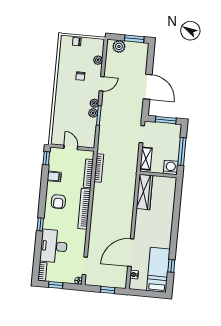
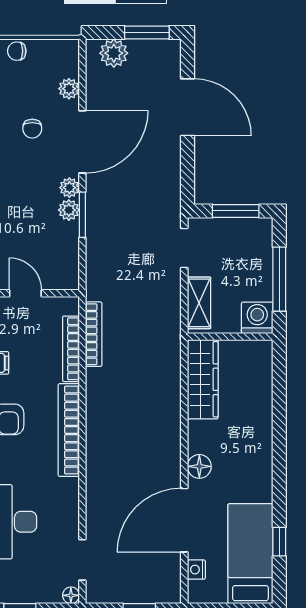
door: (102, 84) -> (82, 142), width x1.88
door: (148, 87) -> (188, 107), moved
floor lamp: (139, 230) -> (199, 466), added

